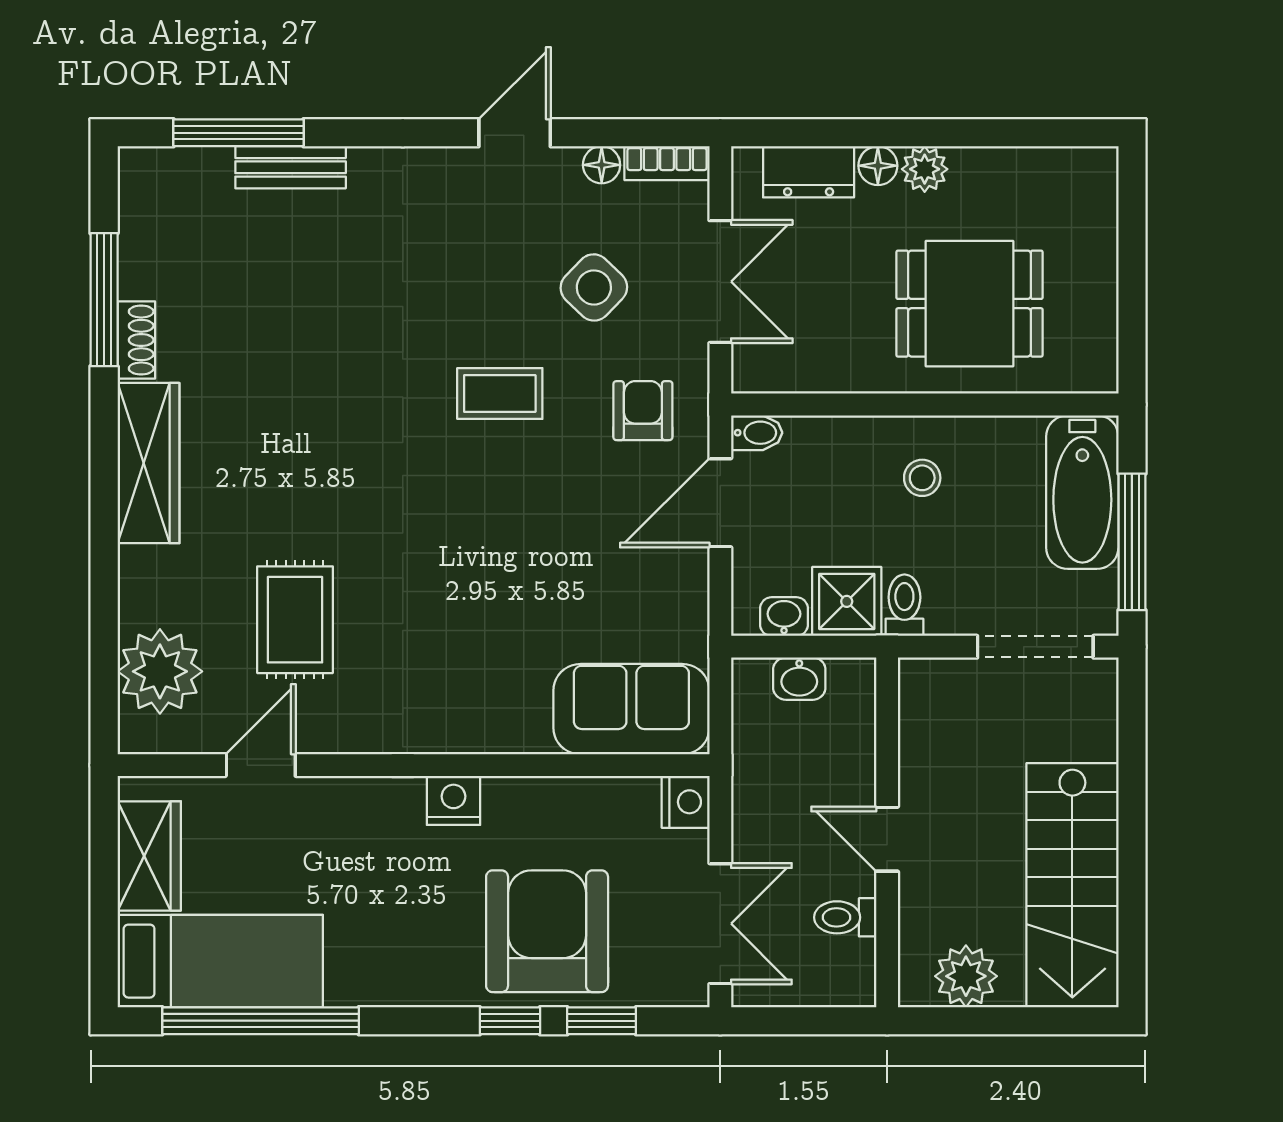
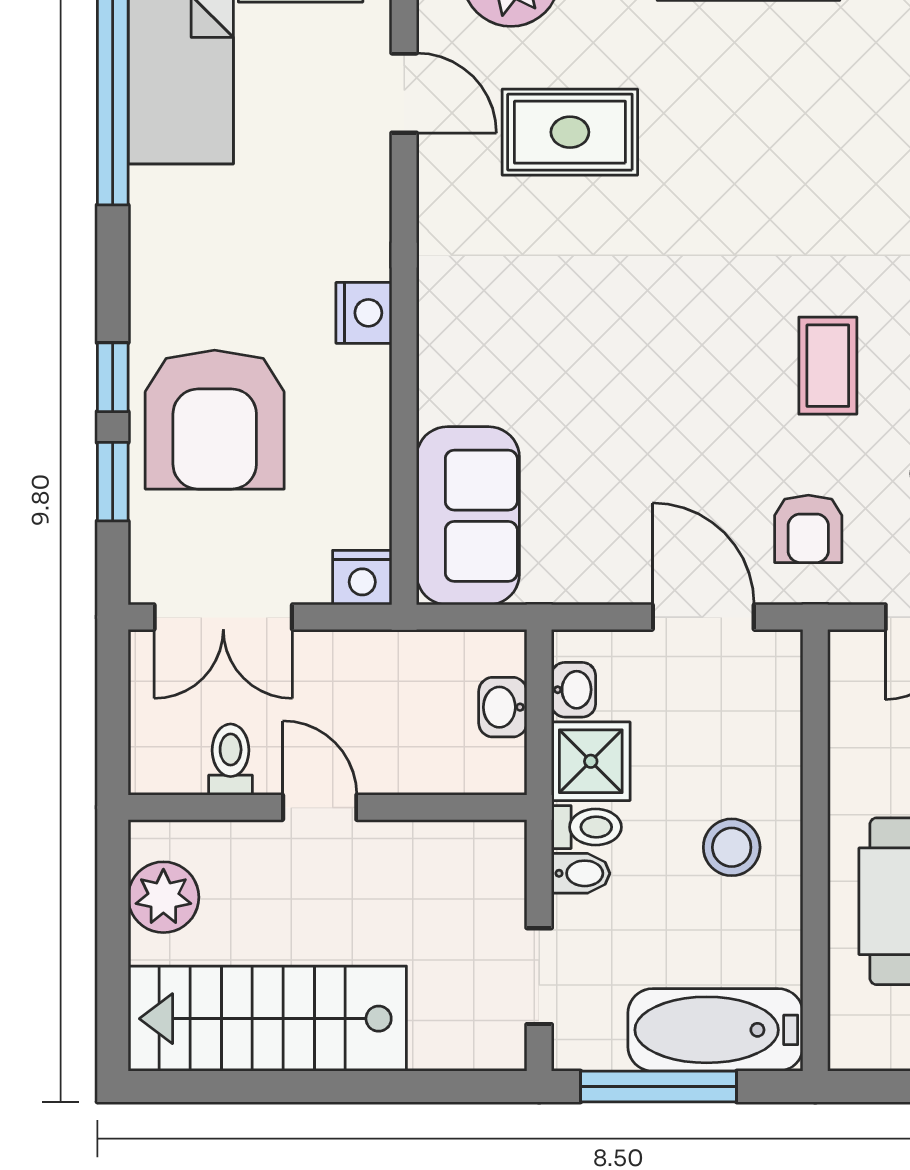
armchair: (643, 411) -> (808, 529), turned 90
bidet: (757, 433) -> (581, 873), moved, turned -90
stool: (922, 478) -> (732, 847), width x1.37, depth x1.37
doorway: (1035, 647) -> (539, 976), width x0.73
door: (887, 839) -> (320, 807), hinge flipped
armchair: (547, 931) -> (215, 420), turned 90

